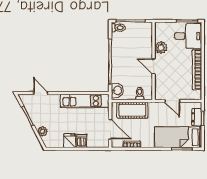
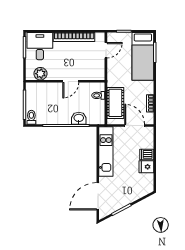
plant: (161, 48) -> (40, 74), moved
washbasin: (117, 90) -> (79, 118), moved
door: (41, 93) -> (98, 196), width x1.87
door: (172, 101) -> (106, 50), moved
dresser: (197, 117) -> (122, 37), removed
door: (110, 129) -> (135, 125), hinge flipped
plant: (43, 131) -> (137, 194), removed

